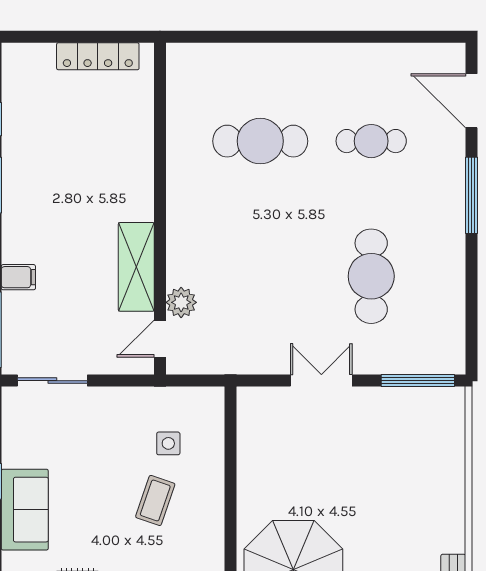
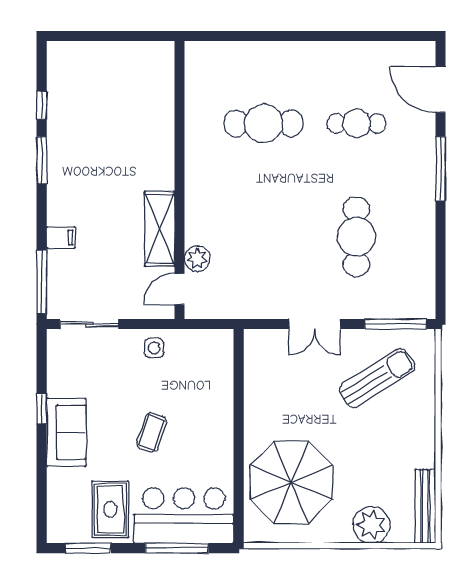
locker: (98, 56) -> (127, 52), removed
double door: (321, 381) -> (315, 324), swing flipped
side table: (168, 443) -> (154, 348), moved
sun lounger: (396, 445) -> (377, 378), added
coffee table: (155, 500) -> (152, 433), moved

